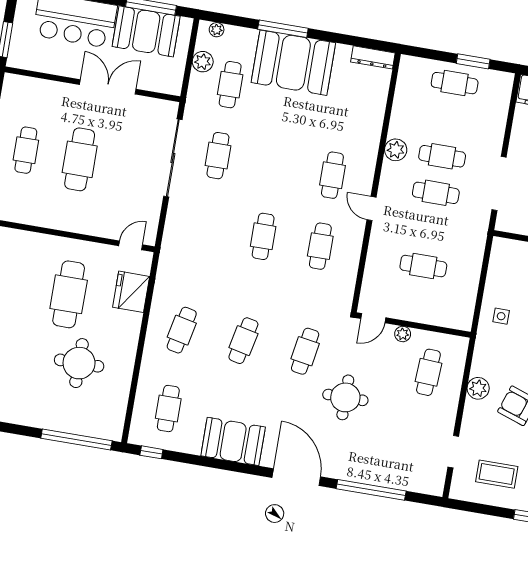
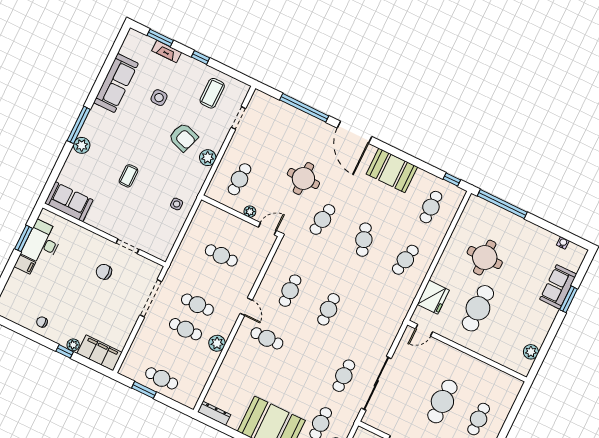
cafe table: (332, 175) -> (267, 338), turned 90
cafe table: (243, 341) -> (364, 240), turned -30
coffee table: (497, 474) -> (212, 93), turned 90

